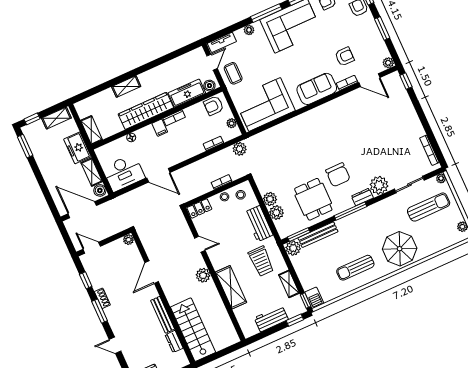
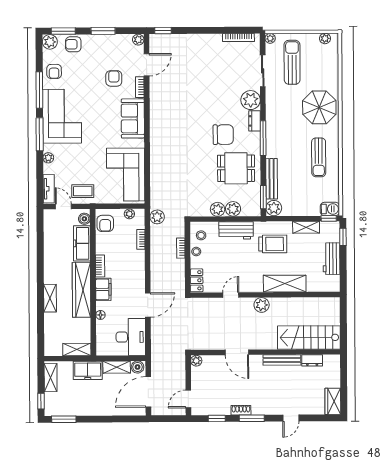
filing cabinet: (160, 128) -> (103, 289), width x2.00

